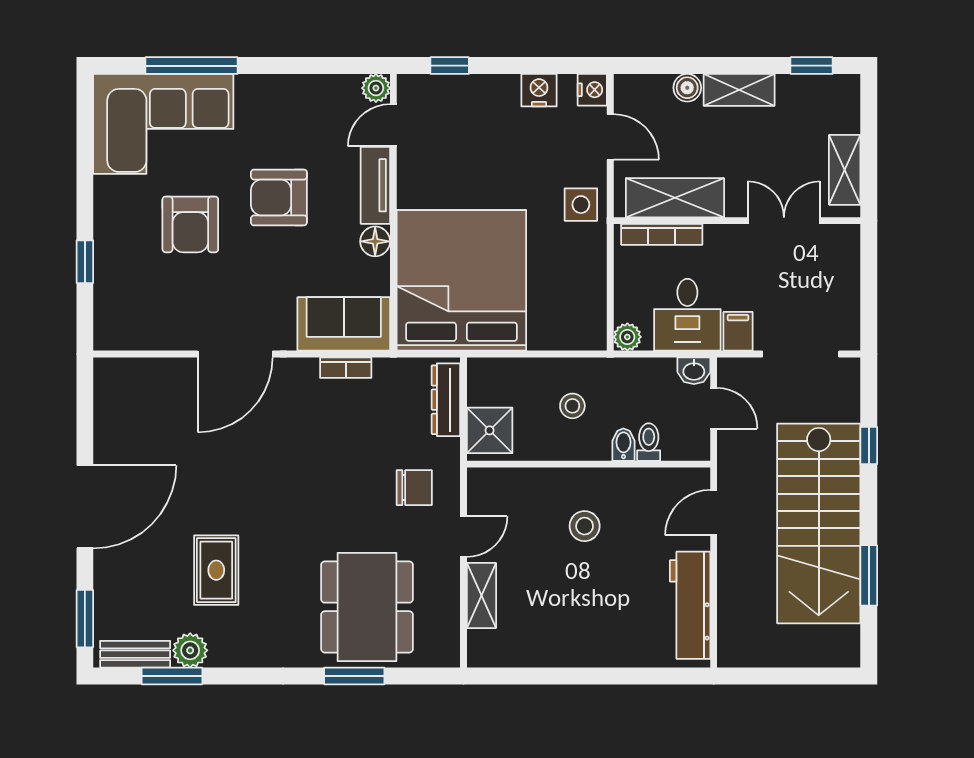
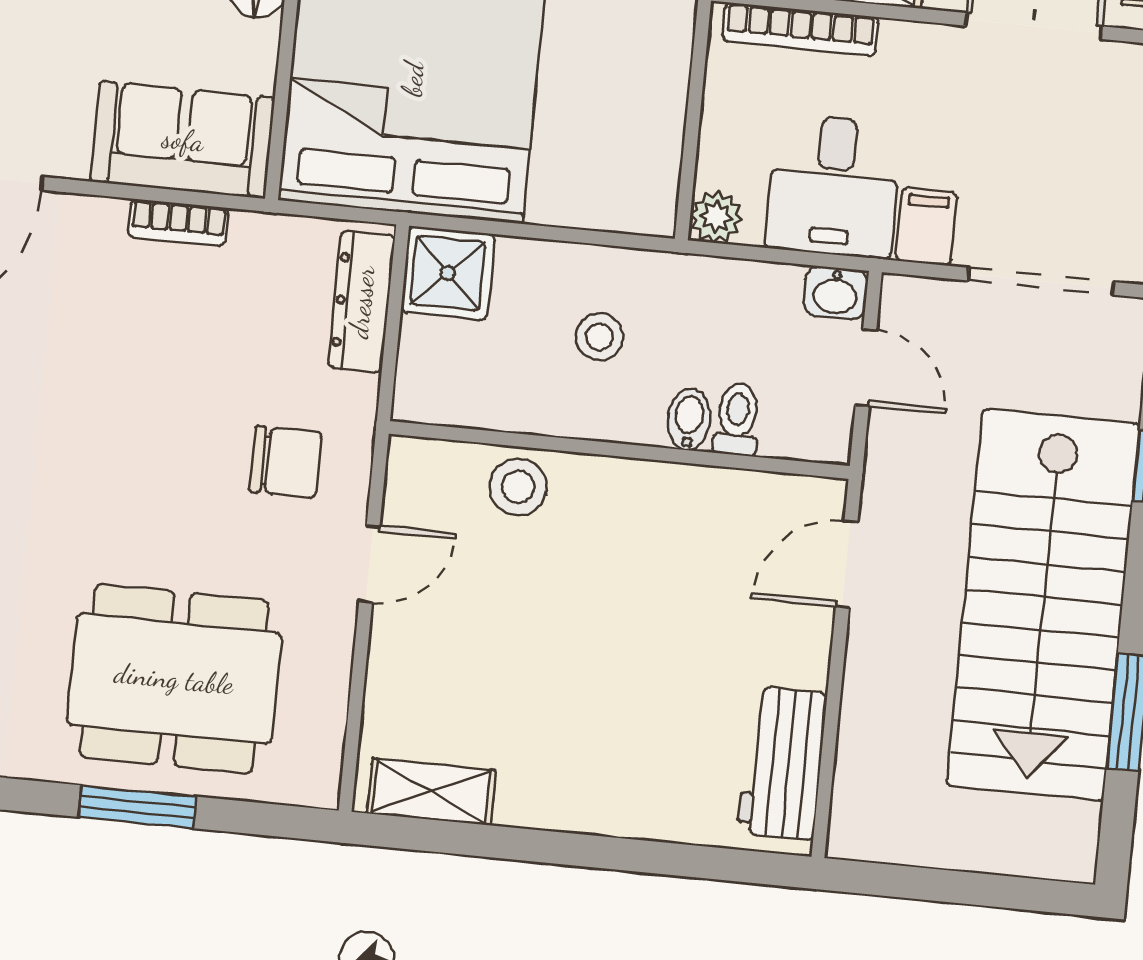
shower: (490, 430) -> (448, 273), moved
stool: (585, 526) -> (518, 487), moved
shelving: (481, 596) -> (431, 792), moved, turned 90
workbench: (690, 605) -> (782, 763), width x0.73
dining table: (367, 607) -> (174, 679), turned 90

